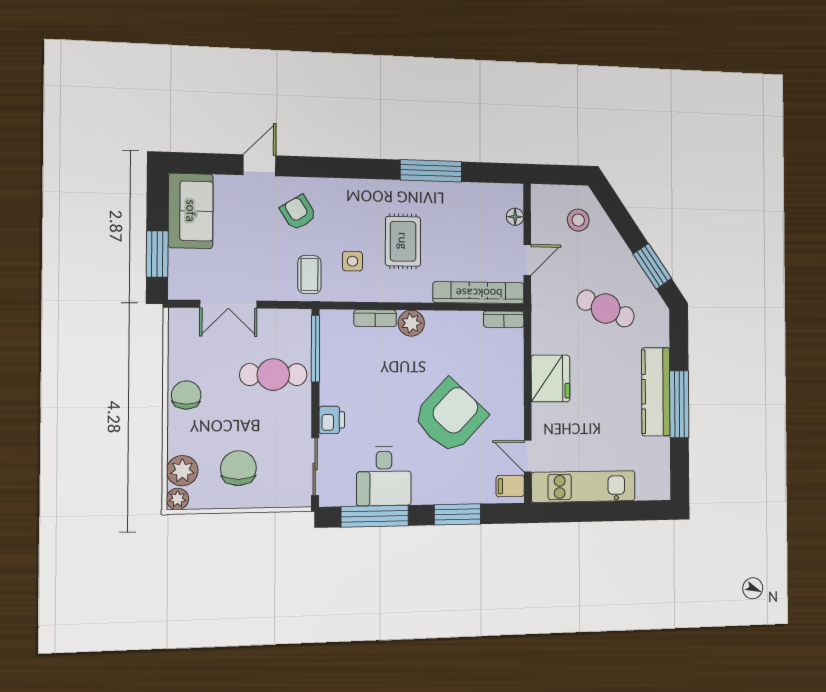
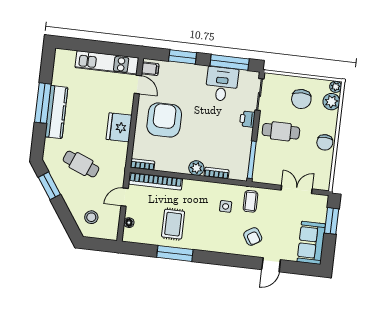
rug: (403, 241) -> (173, 224), moved
cafe table: (273, 375) -> (281, 131), moved
armchair: (450, 416) -> (164, 120), moved, turned 137

